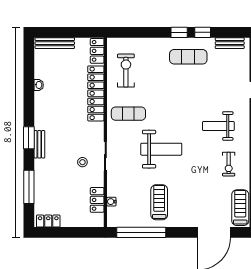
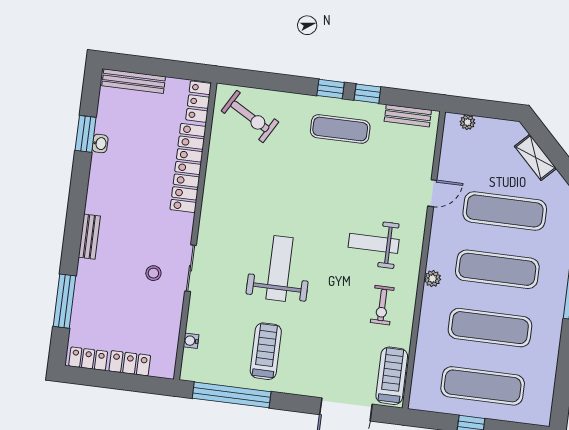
exercise bike: (126, 71) -> (250, 116), moved, turned 120
exercise mat: (128, 114) -> (235, 206), removed
window: (29, 138) -> (86, 134), moved
weight bench: (161, 149) -> (280, 268), turned -90
locker: (97, 200) -> (130, 363), moved, turned 90

